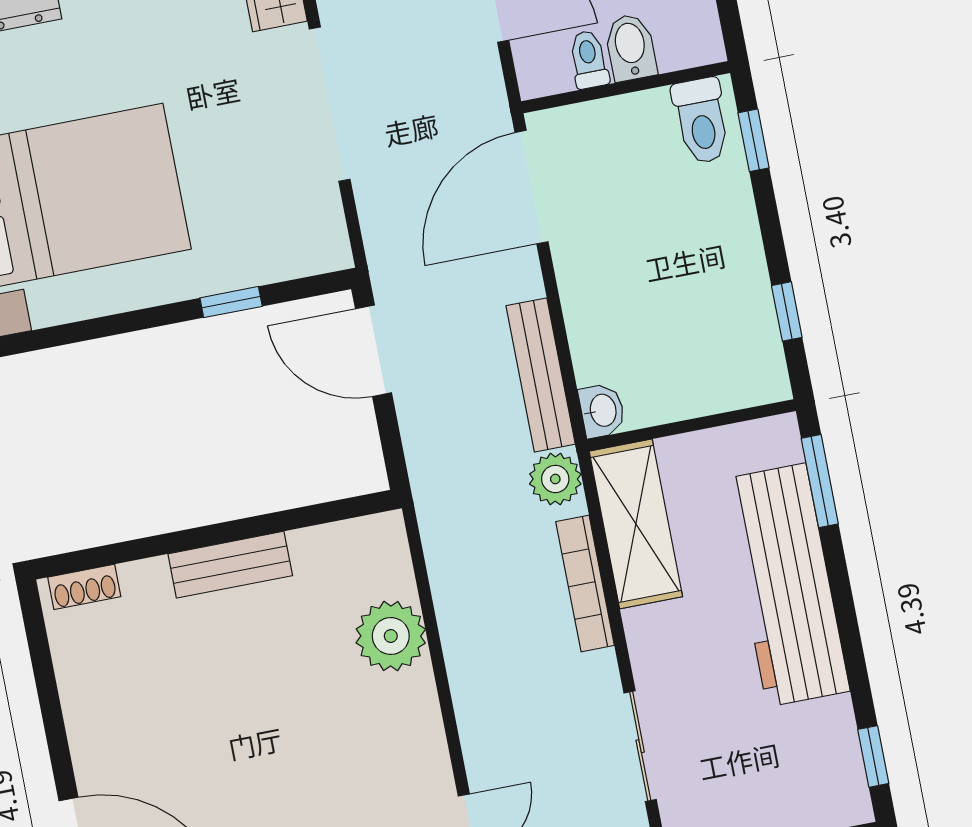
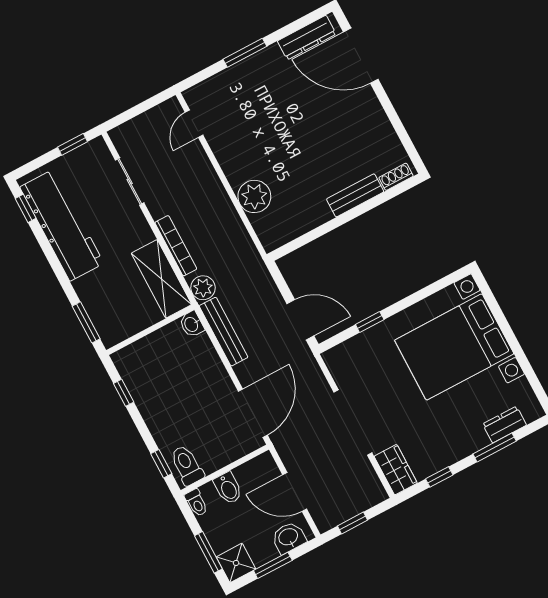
toilet: (589, 60) -> (196, 503), moved
bench: (230, 565) -> (355, 195), moved
workbench: (786, 585) -> (62, 225), moved

